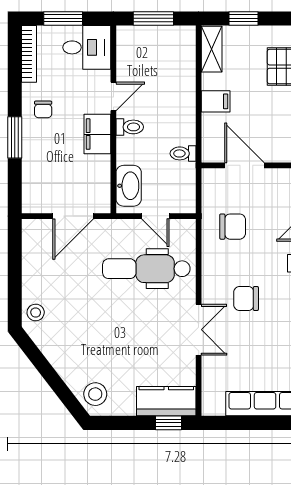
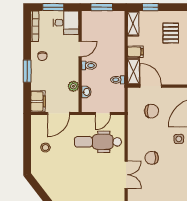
filing cabinet: (97, 134) -> (38, 101), moved, turned 180
shelving: (212, 138) -> (133, 72), added
plant: (101, 166) -> (73, 86), added
washbasin: (129, 186) -> (86, 92), width x0.52, depth x0.69
door: (155, 216) -> (103, 113), hinge flipped
chair: (233, 227) -> (152, 111), moved
stool: (36, 312) -> (45, 148), moved

